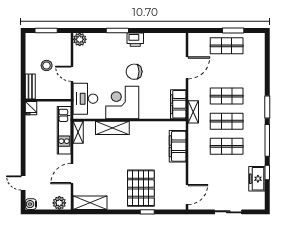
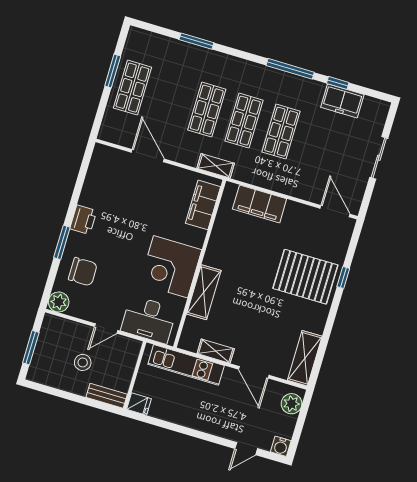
chair: (134, 72) -> (83, 272), moved, turned -90
filing cabinet: (178, 104) -> (203, 205), moved, turned 90
window: (267, 107) -> (196, 41), moved
shelving: (78, 132) -> (216, 351), moved

